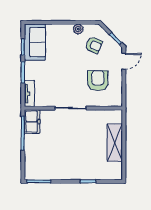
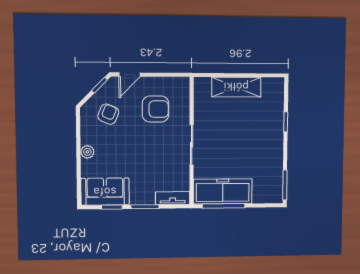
plant: (78, 29) -> (87, 152), moved
door: (124, 61) -> (130, 74), swing flipped
armchair: (98, 81) -> (156, 109), turned 180
freezer: (32, 122) -> (223, 191), width x1.91, depth x1.26

